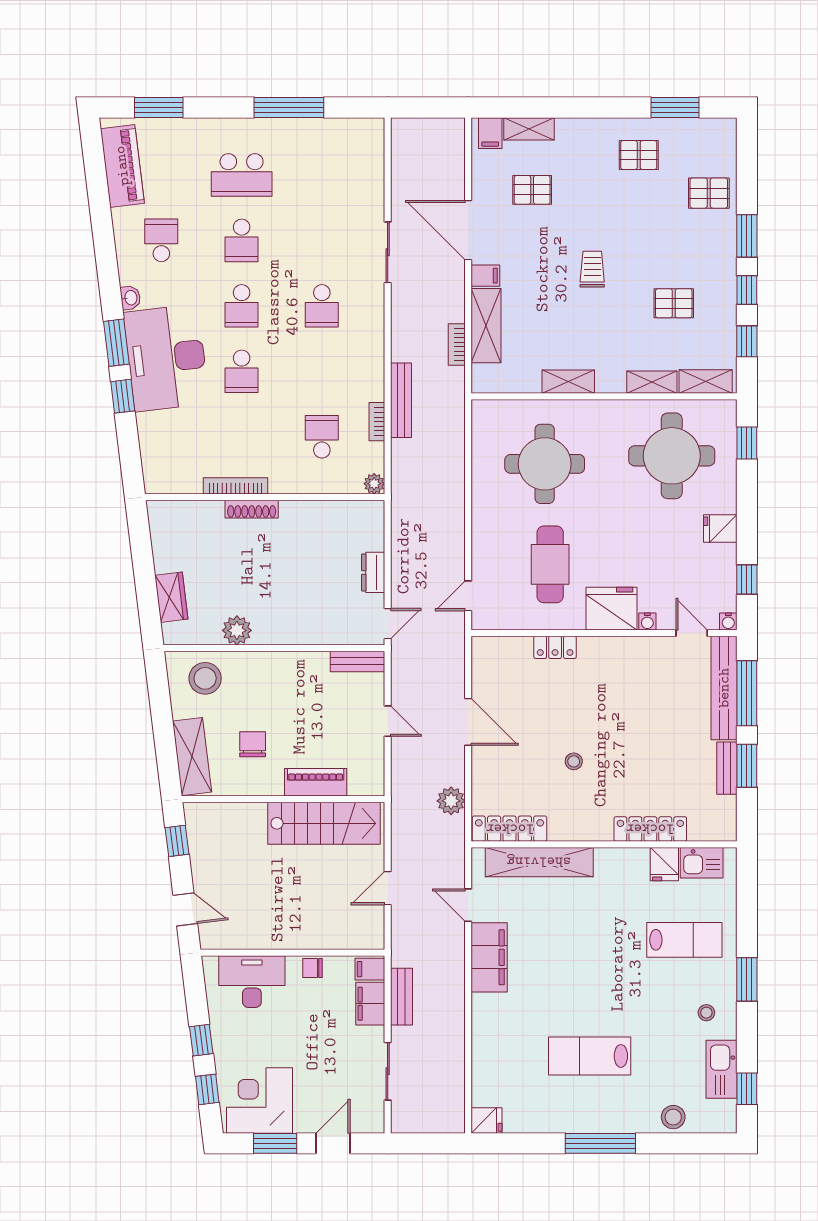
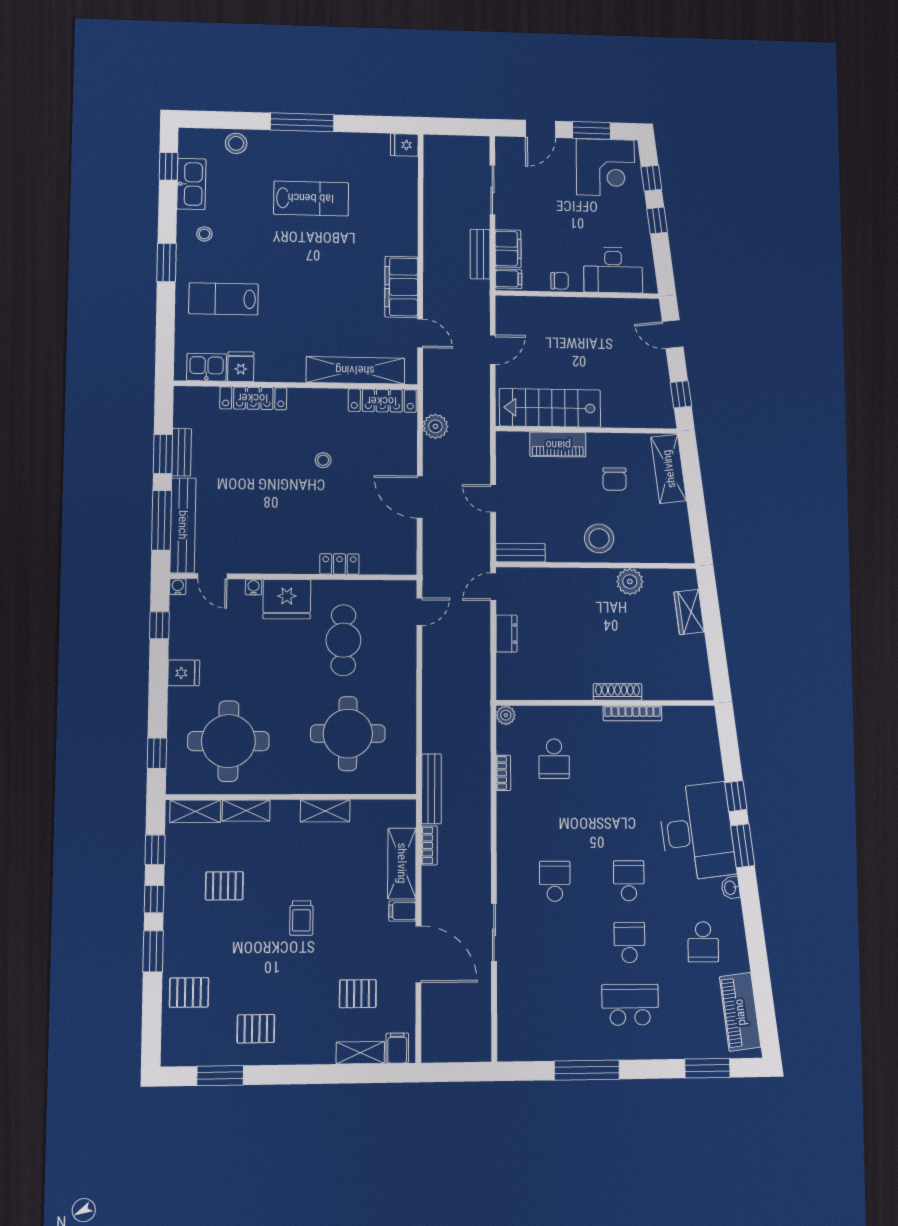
school desk: (242, 371) -> (628, 819), removed
bench: (401, 400) -> (431, 789), moved
stool: (205, 678) -> (599, 538), moved

